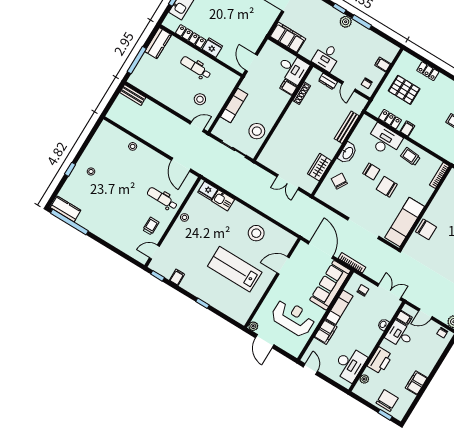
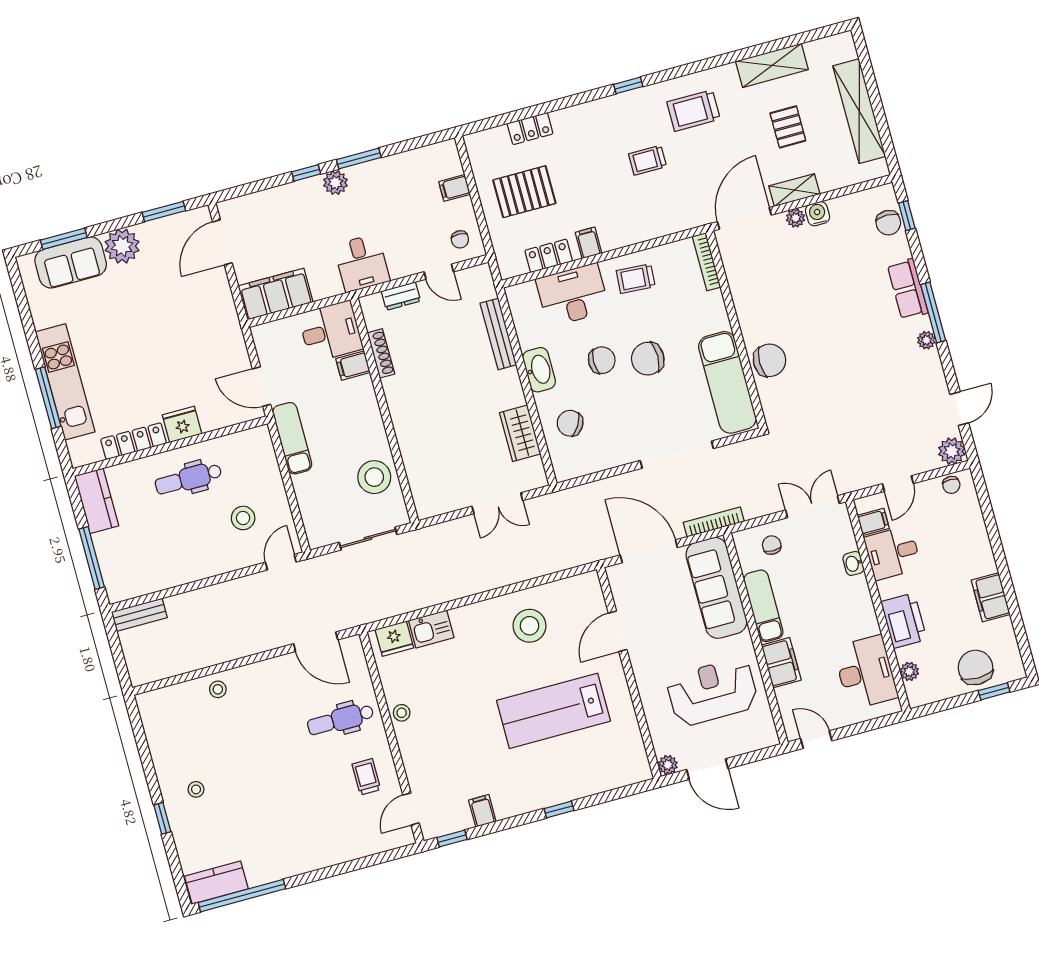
exam couch: (234, 106) -> (292, 438), moved

